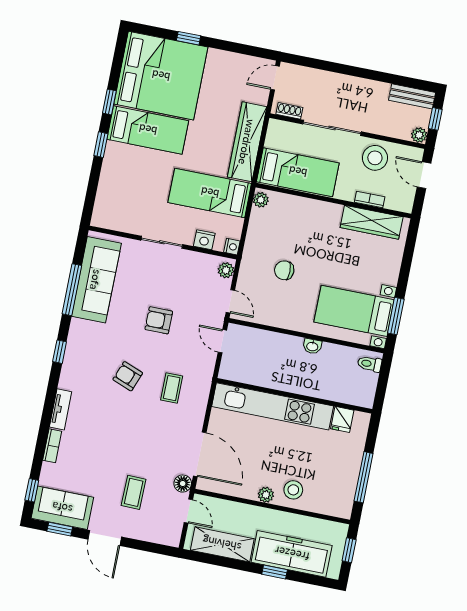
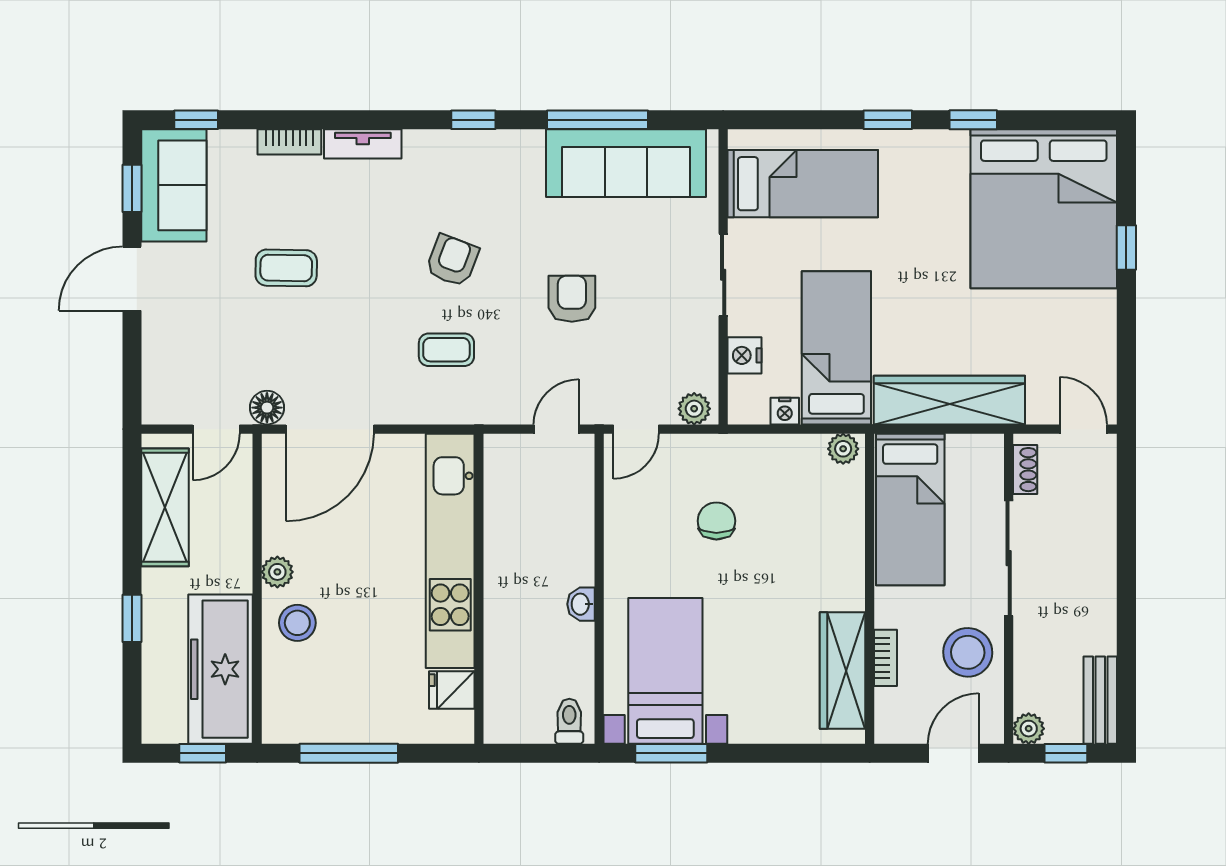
bed: (148, 130) -> (803, 184), moved, turned -90
nightstand: (232, 247) -> (785, 411), moved
coffee table: (134, 492) -> (286, 268), moved
freezer: (292, 554) -> (221, 669), moved, turned 180

